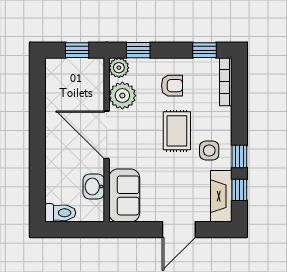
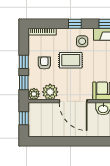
window: (205, 50) -> (24, 62), moved
door: (107, 135) -> (73, 101), hinge flipped
window: (239, 157) -> (75, 24), moved

